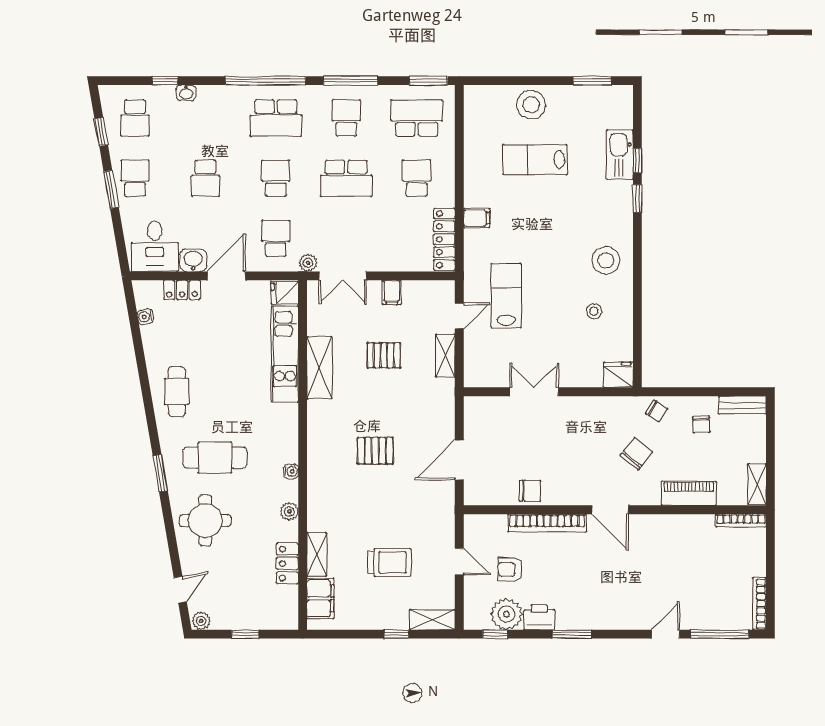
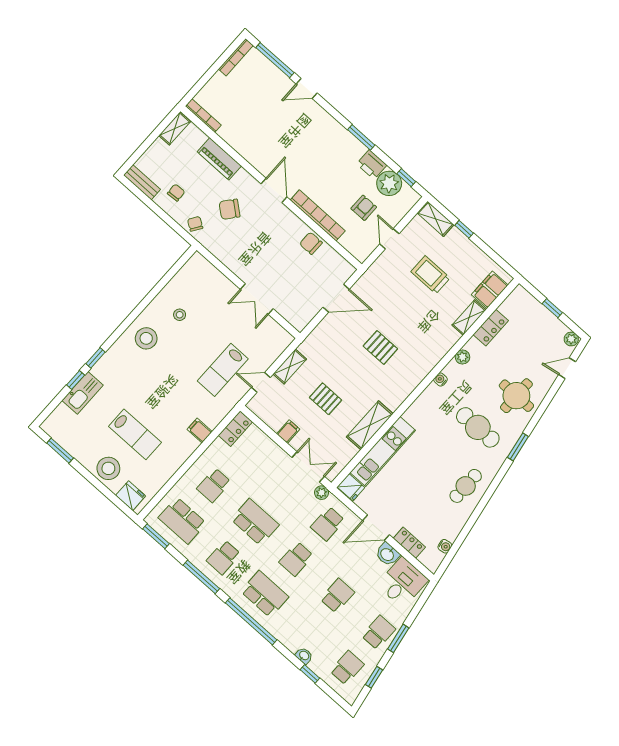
school desk: (135, 178) -> (378, 632), turned 180
locker: (444, 239) -> (235, 429), width x0.66
fridge: (618, 375) -> (131, 496), moved, turned 180
armchair: (510, 569) -> (364, 208), turned -90

